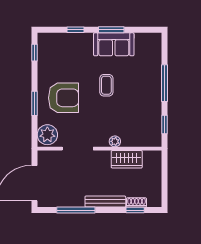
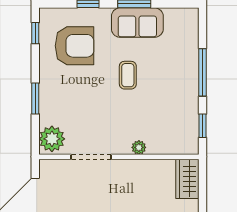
armchair: (63, 98) -> (75, 46), moved
wardrobe: (127, 159) -> (187, 179), moved, turned 90

